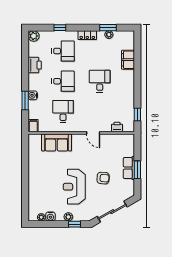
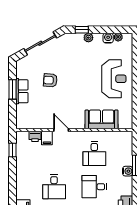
filing cabinet: (33, 126) -> (47, 138), moved
reception desk: (74, 187) -> (114, 79), moved

